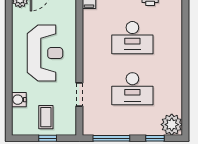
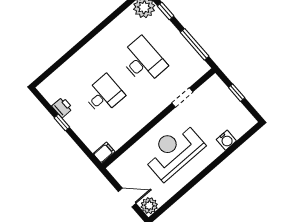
desk: (132, 38) -> (104, 95), width x0.73
coffee table: (46, 117) -> (222, 108), removed

